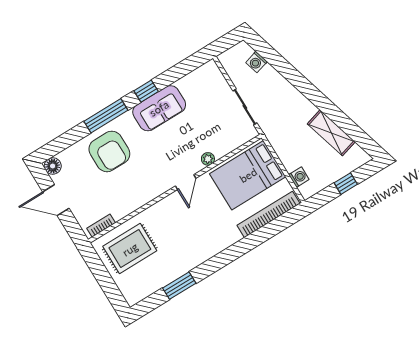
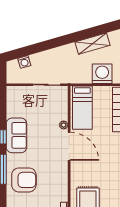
bed: (248, 175) -> (82, 108), width x0.67
washing machine: (299, 177) -> (102, 74), width x1.89, depth x1.89
door: (186, 182) -> (69, 146), width x1.87

